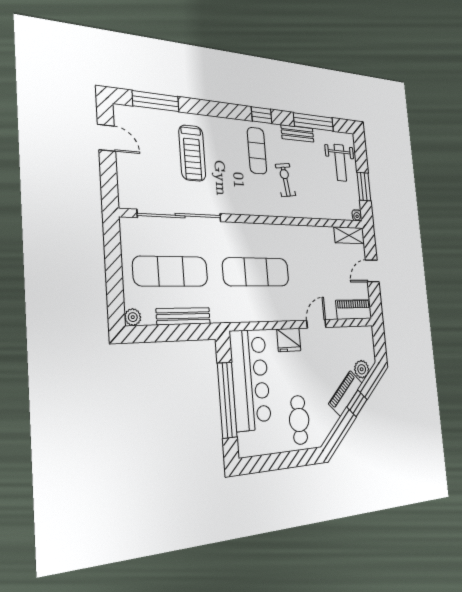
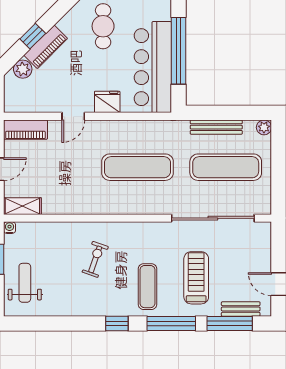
window: (314, 122) -> (171, 323), moved
bench: (297, 133) -> (241, 309), moved
exercise mat: (257, 151) -> (147, 287), moved
exercise bike: (285, 180) -> (95, 259), turned -153

